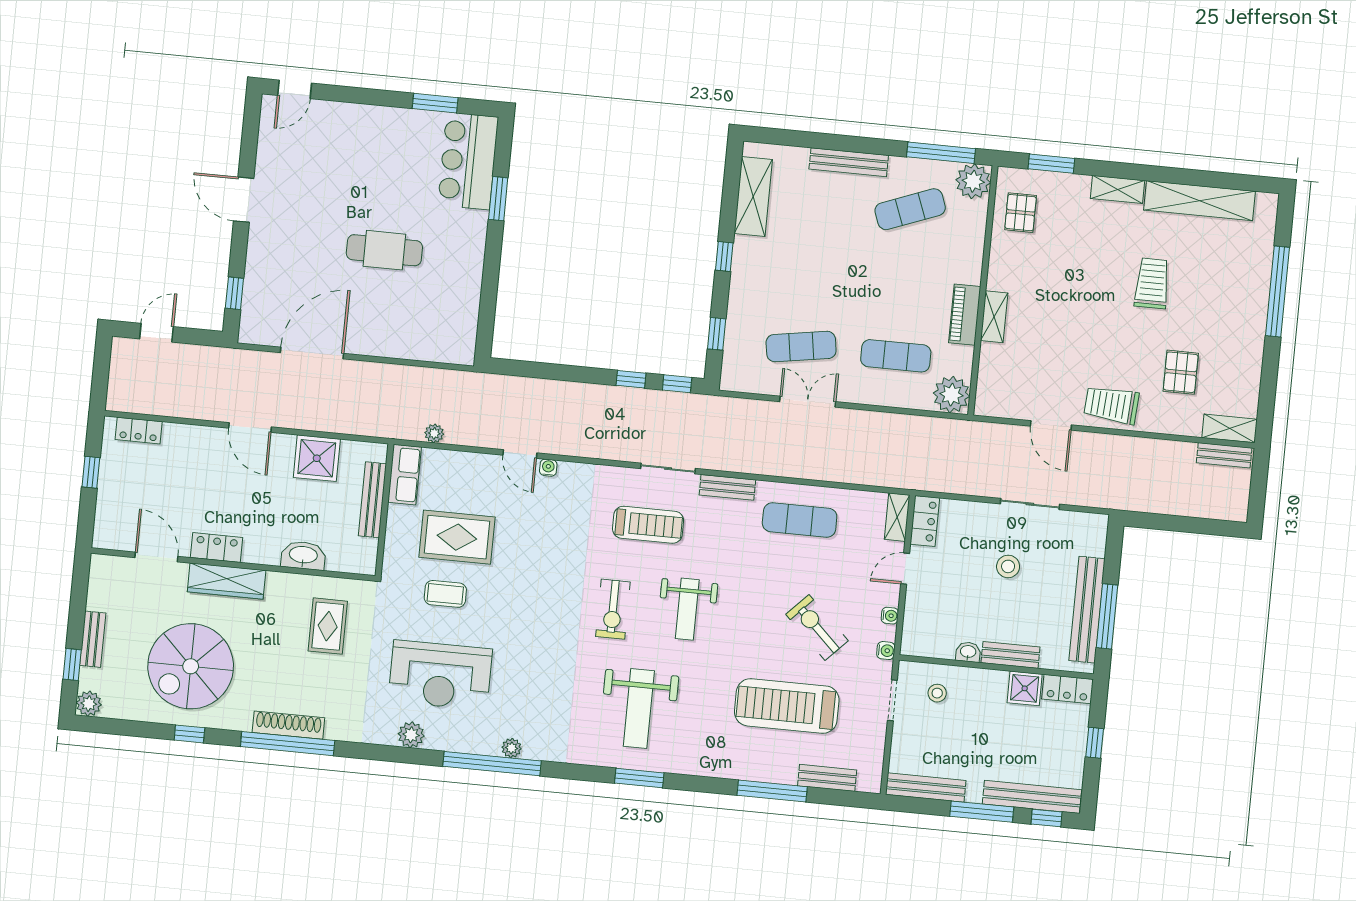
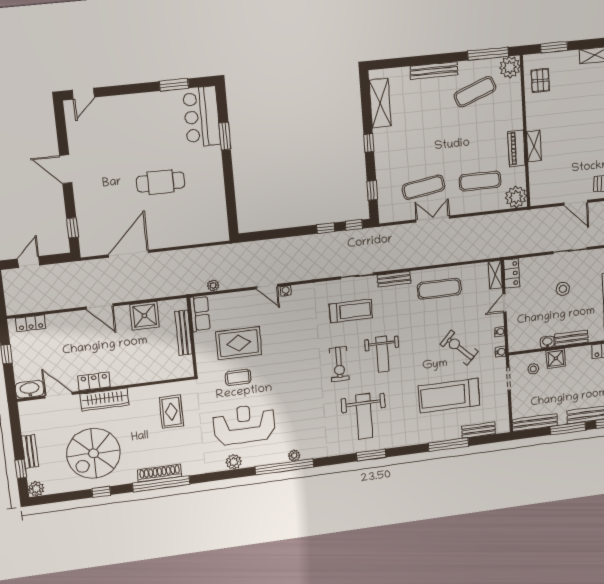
washbasin: (303, 555) -> (30, 389), moved
reception desk: (440, 675) -> (244, 424), turned 180
shower: (1025, 688) -> (556, 359), moved

